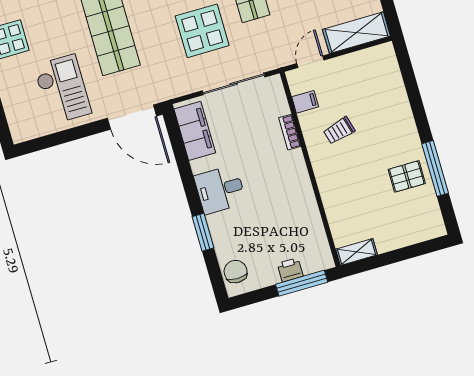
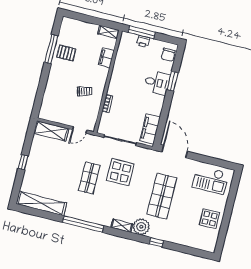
checkout: (62, 89) -> (210, 180), moved, turned -90
filing cabinet: (305, 102) -> (106, 58), moved, width x2.00
desk: (220, 189) -> (157, 83), moved

